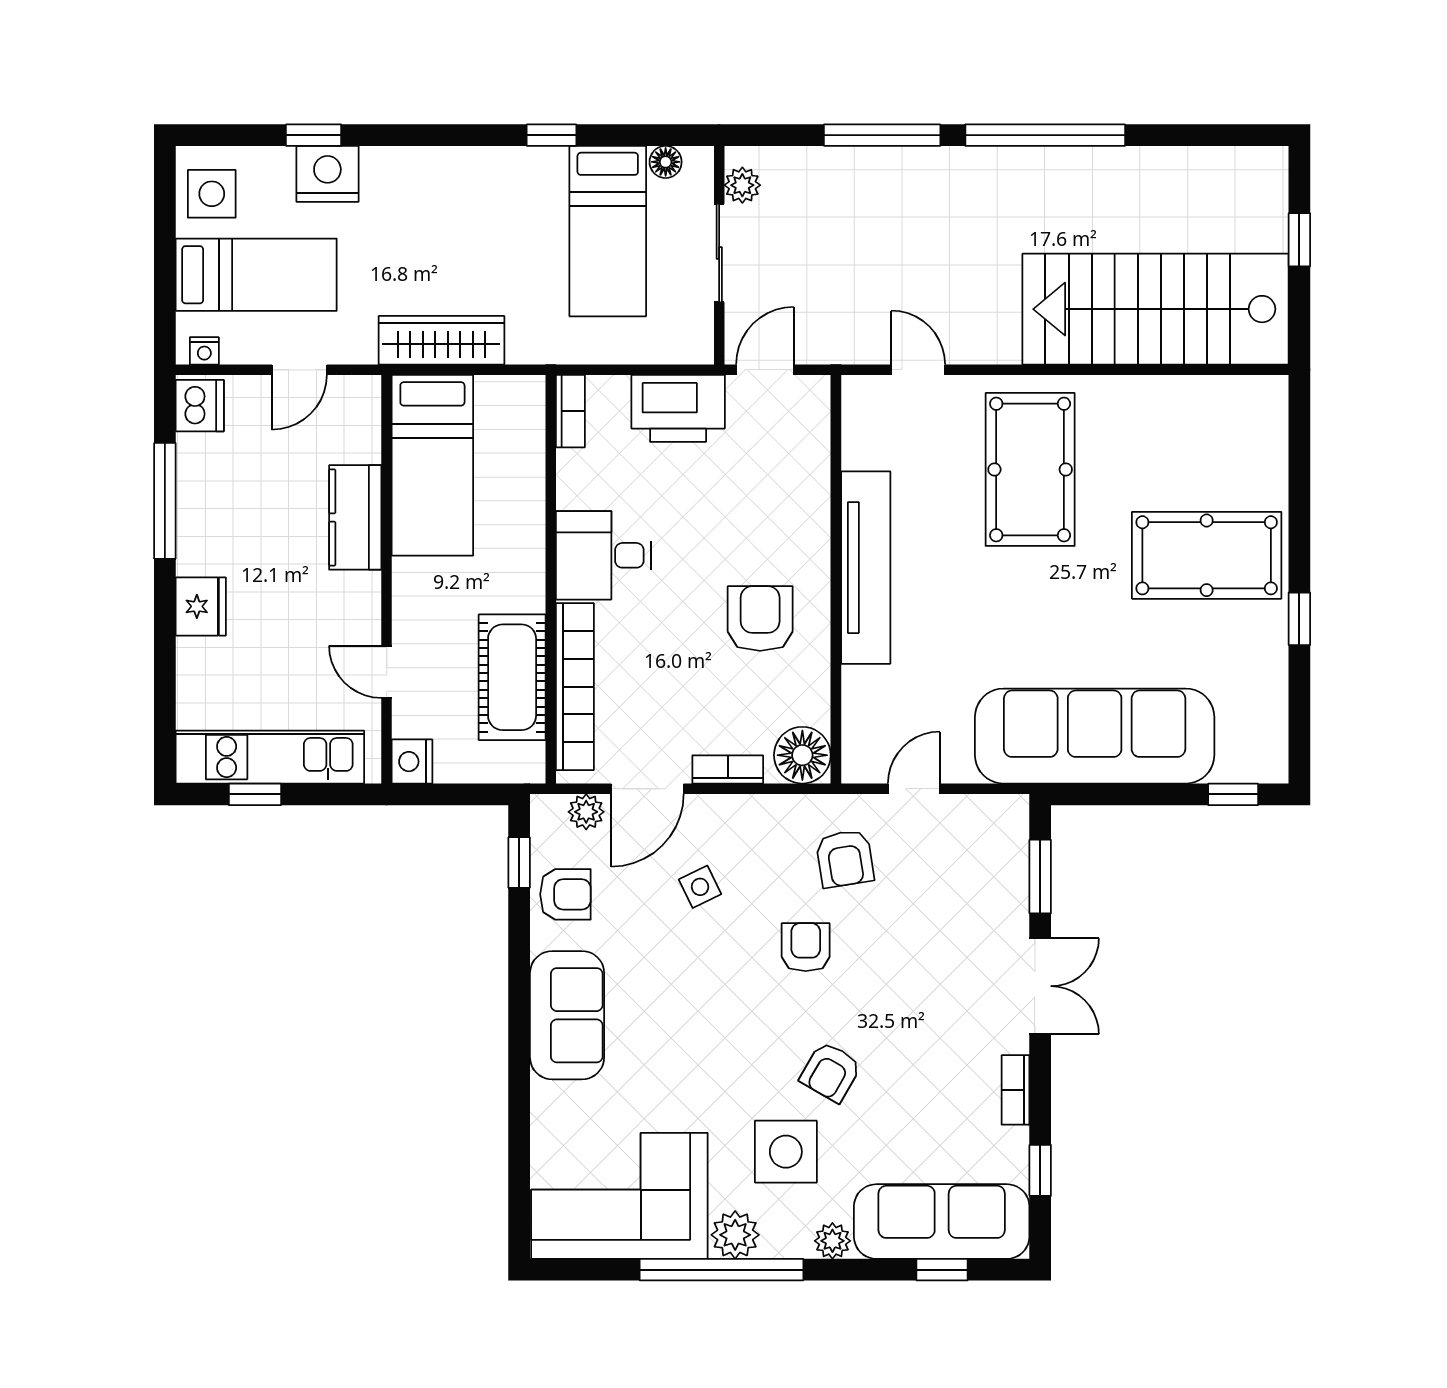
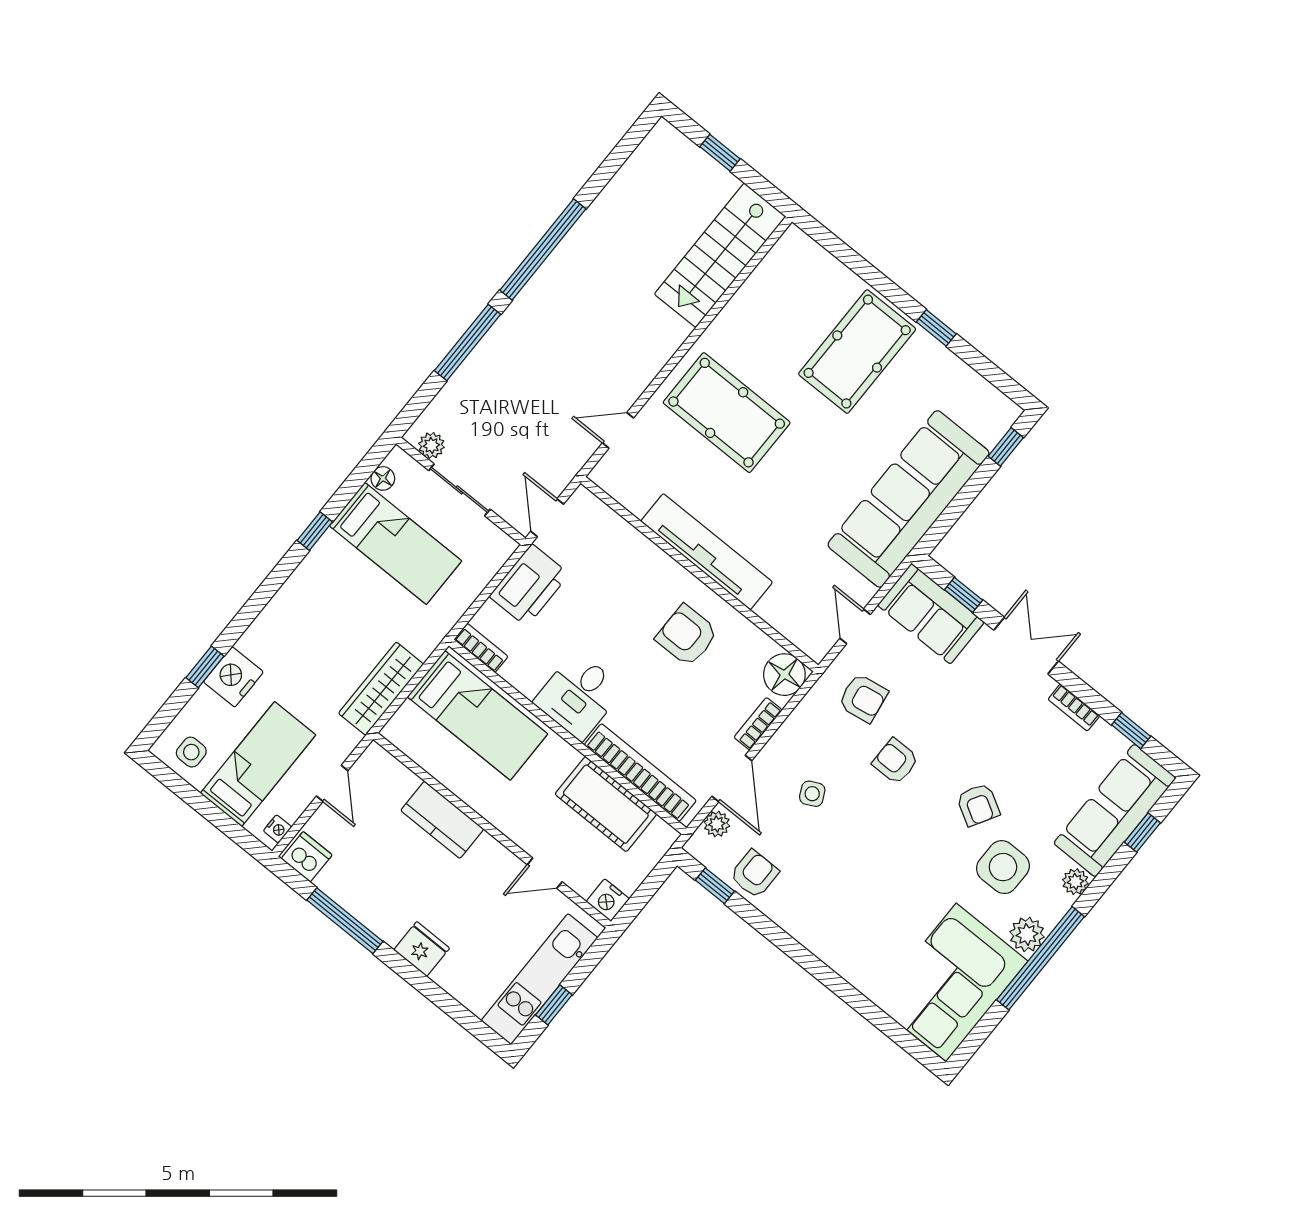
side table: (212, 194) -> (191, 752), width x0.73, depth x0.73
stairs: (1156, 309) -> (720, 255), width x0.73, depth x0.66
bed: (432, 465) -> (478, 715), moved
window: (1040, 877) -> (964, 595), width x0.67
sofa: (567, 1015) -> (931, 614), moved, turned 180

